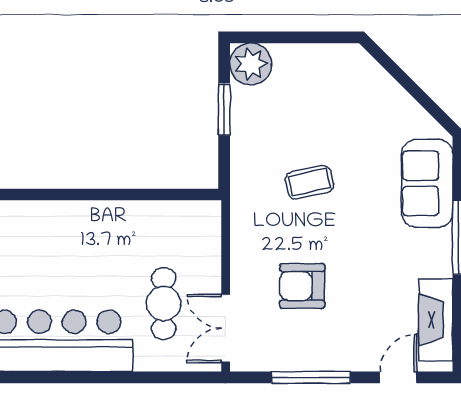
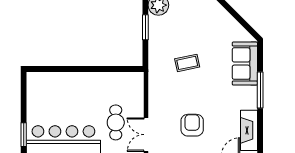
armchair: (302, 286) -> (192, 125), moved, turned 90

